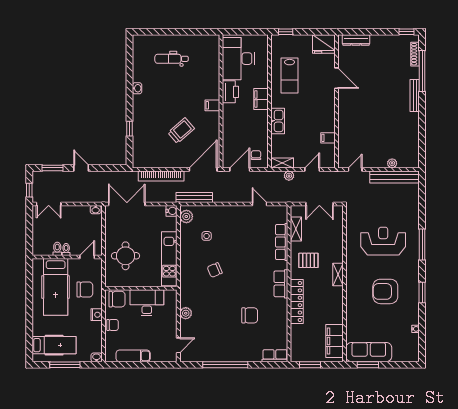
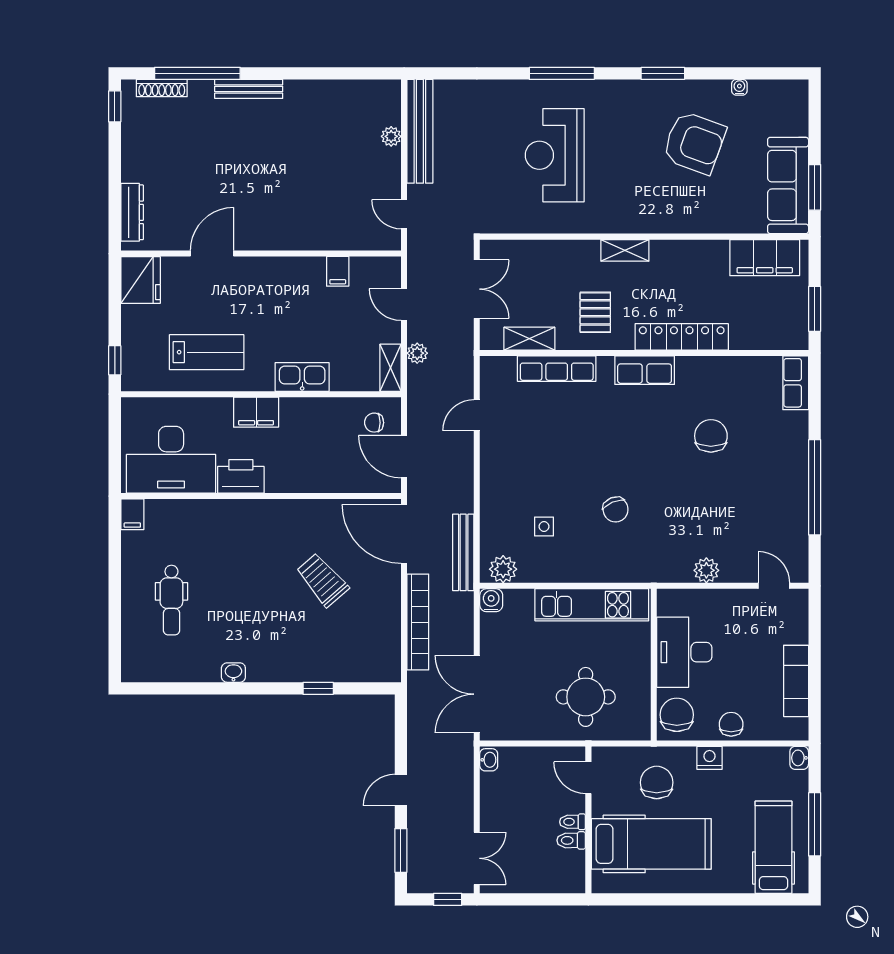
filing cabinet: (212, 105) -> (132, 514), moved
armchair: (385, 291) -> (694, 143), moved, turned -70

